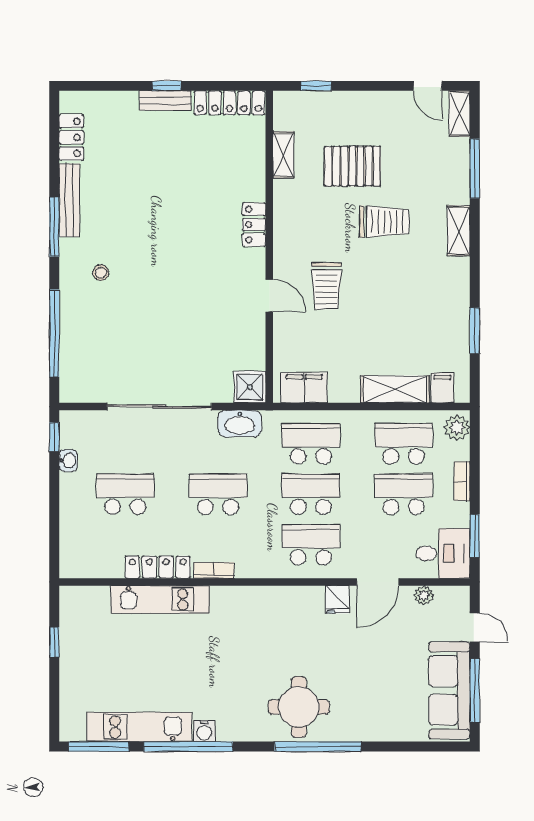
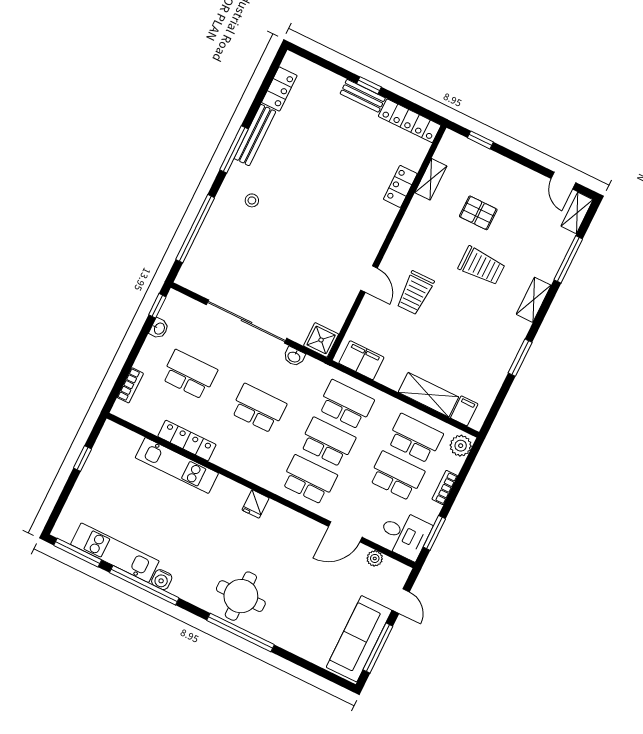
pallet: (352, 166) -> (478, 213), width x0.67, depth x0.71
locker: (254, 224) -> (400, 186), moved
window: (475, 331) -> (520, 358), moved
washbasin: (240, 424) -> (294, 357), width x0.52, depth x0.69
bookcase: (214, 570) -> (130, 385), moved, turned 90
fridge: (337, 599) -> (255, 504), moved

